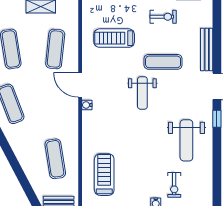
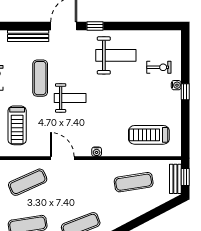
exercise mat: (55, 49) -> (28, 182), turned -30
door: (80, 85) -> (62, 158), swing flipped
water cooler: (87, 105) -> (97, 152), moved

